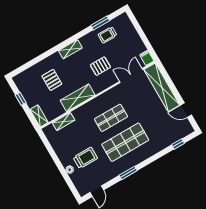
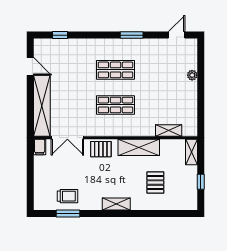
pallet: (100, 66) -> (101, 149), moved
shop shelf: (125, 142) -> (115, 70), width x0.70, depth x0.74
trolley: (85, 158) -> (168, 78), removed

